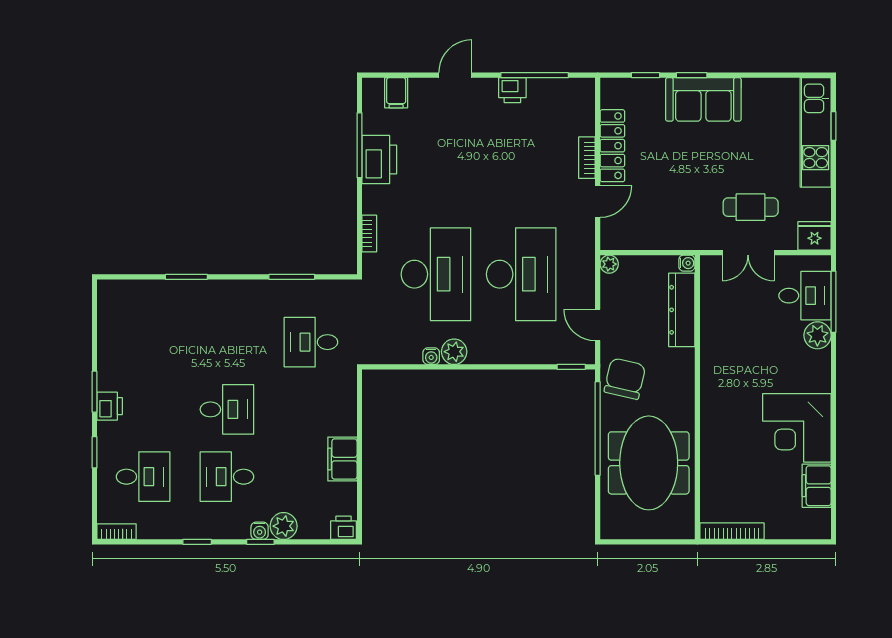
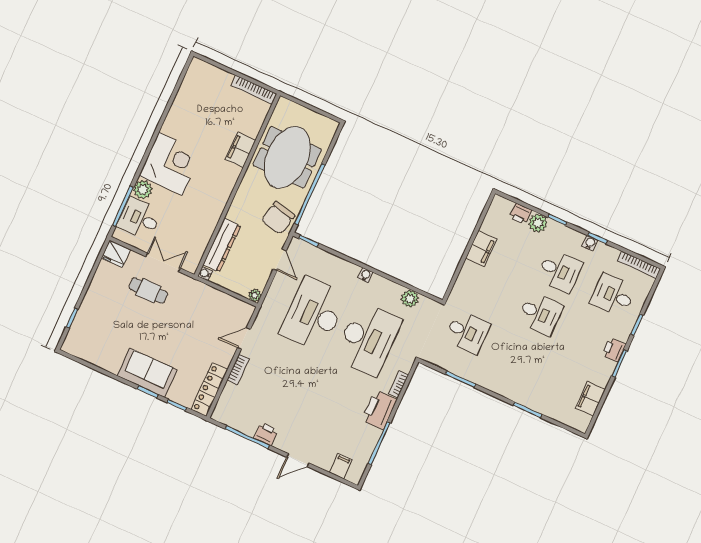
kitchen unit: (816, 132) -> (85, 319), removed
locker: (612, 146) -> (209, 389), moved
printer: (379, 160) -> (379, 410), moved
desk: (436, 274) -> (368, 339), turned 180
filing cabinet: (111, 328) -> (590, 399), added
plant: (454, 352) -> (410, 299), moved
water cooler: (431, 356) -> (366, 275), moved
desk: (227, 409) -> (540, 314), turned 180
corner desk: (797, 428) -> (170, 164), moved
filing cabinet: (817, 486) -> (240, 150), moved, turned 180
printer: (344, 528) -> (520, 214), moved
water cooler: (260, 531) -> (590, 243), moved
bookcase: (116, 532) -> (639, 265), width x1.56

